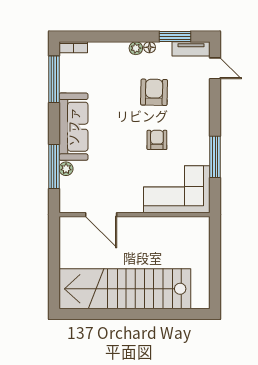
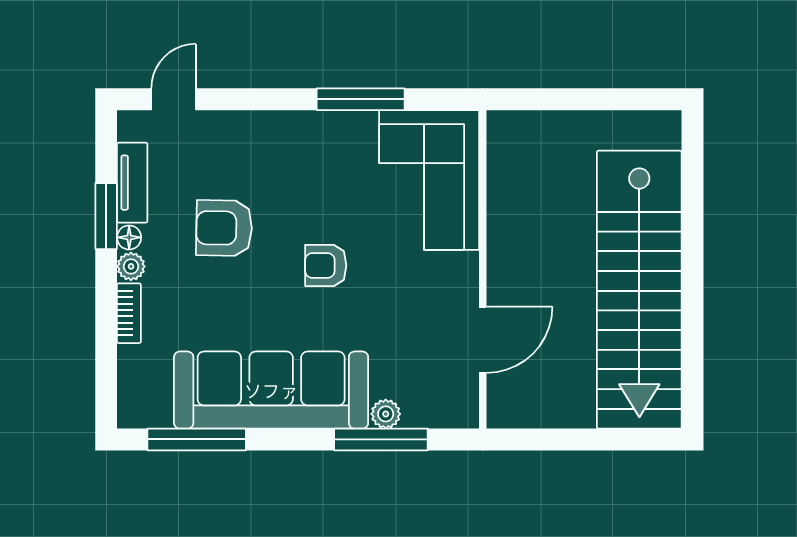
window: (175, 36) -> (106, 216), moved
bookcase: (73, 47) -> (129, 313), moved
tv unit: (191, 49) -> (132, 183), moved
sofa: (73, 127) -> (271, 390), width x1.36, depth x1.27
armchair: (157, 140) -> (326, 265), moved

